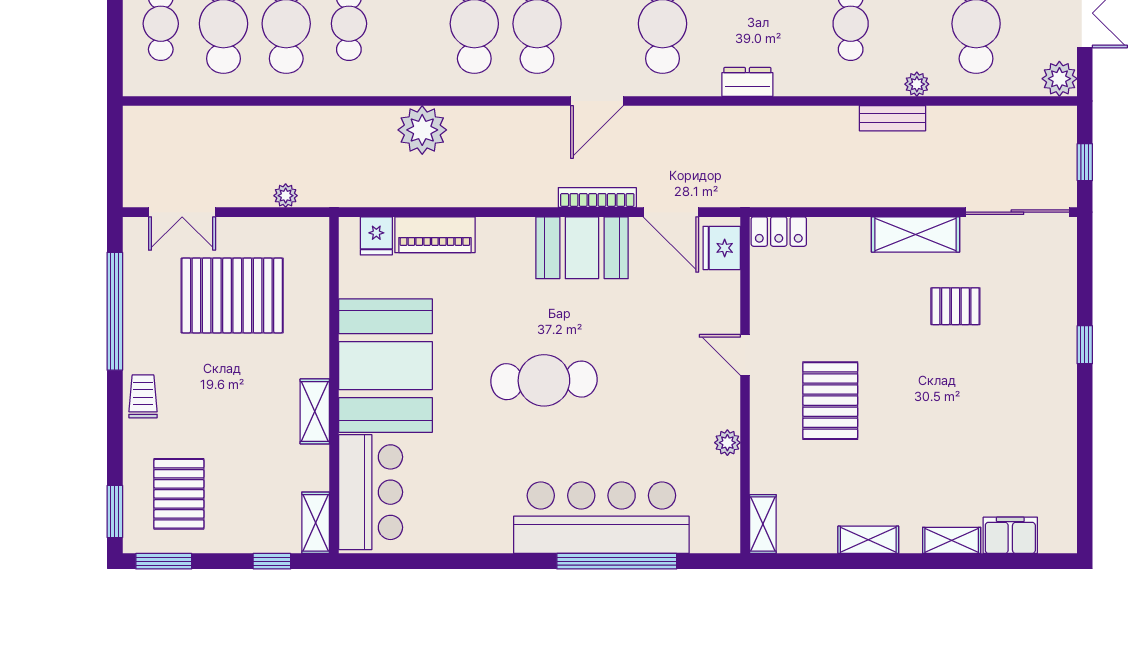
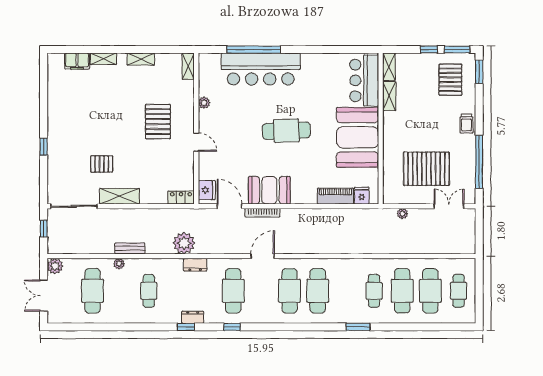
plant: (422, 130) -> (184, 243), moved
shelving: (315, 411) -> (389, 96), moved
window: (272, 561) -> (429, 49), moved

